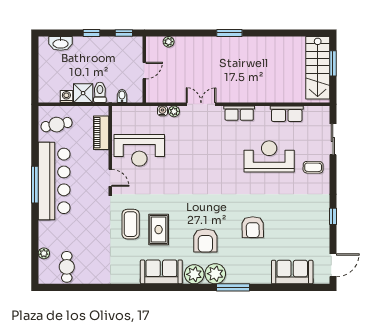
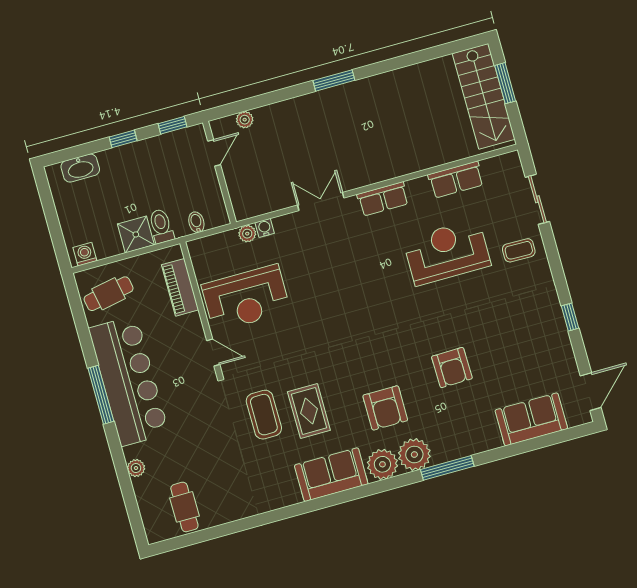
door: (144, 71) -> (214, 153), moved
washing machine: (66, 96) -> (85, 254), moved
plant: (174, 111) -> (247, 234), moved
plant: (44, 253) -> (136, 468), moved

